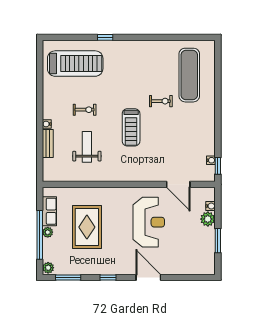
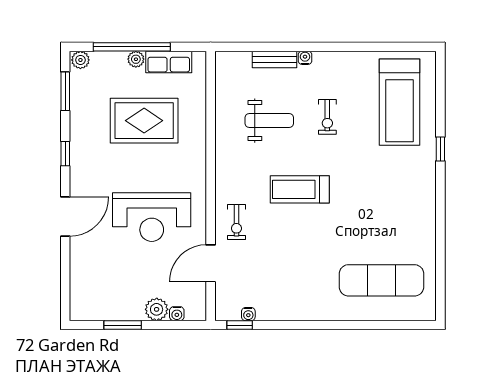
exercise bike: (161, 101) -> (236, 222), moved

